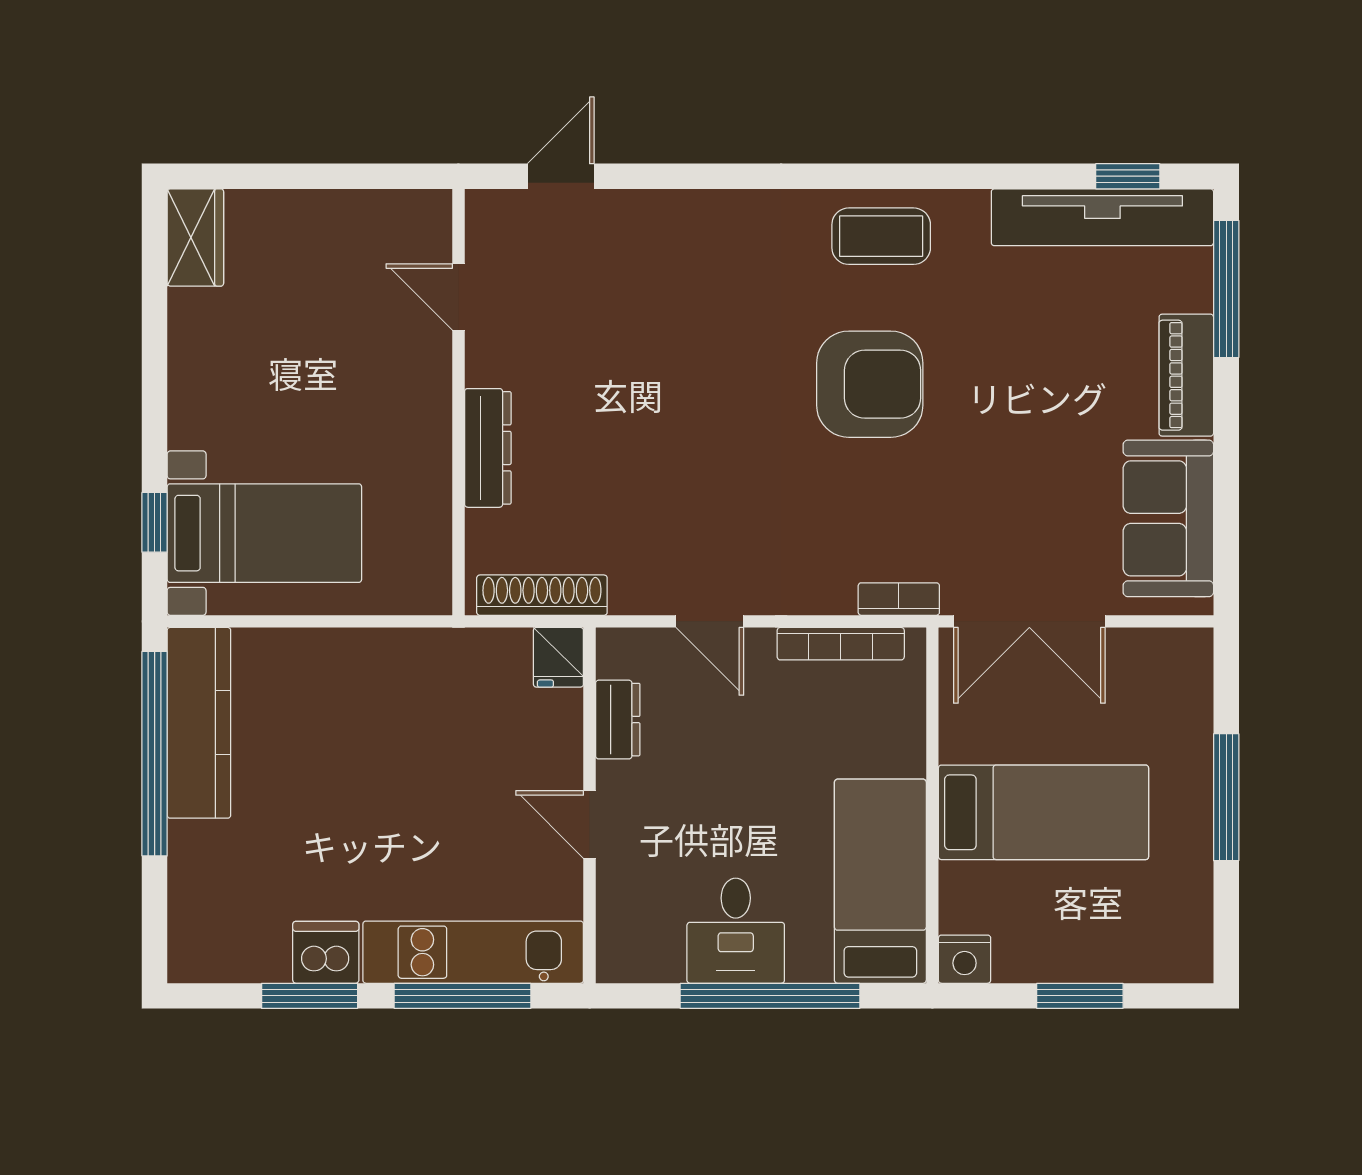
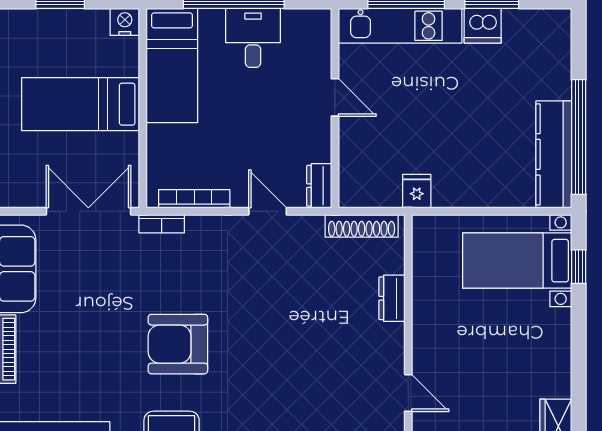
dresser: (488, 448) -> (392, 298), width x0.70
fridge: (558, 657) -> (417, 191), moved
dresser: (618, 720) -> (319, 186), moved

